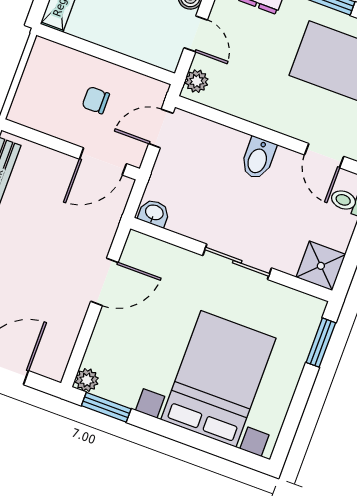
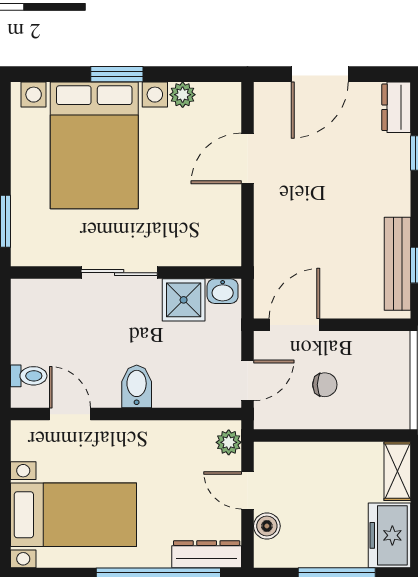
shower: (321, 266) -> (184, 300), moved
door: (104, 282) -> (248, 158), moved
plant: (87, 380) -> (183, 95), moved
window: (106, 407) -> (117, 74), moved

